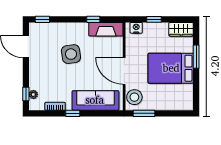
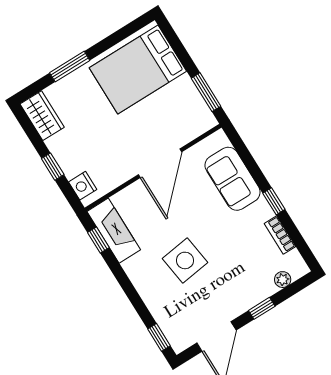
window: (93, 19) -> (98, 240), moved
bed: (171, 68) -> (138, 70), moved, turned 90
window: (26, 94) -> (262, 308), moved
stool: (134, 97) -> (190, 122), removed
sofa: (95, 100) -> (233, 179), width x0.73

